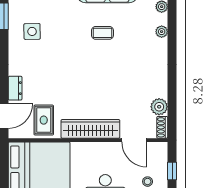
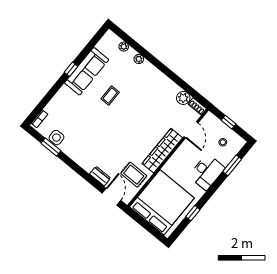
side table: (32, 31) -> (56, 138), moved
door: (134, 140) -> (191, 130), hinge flipped

